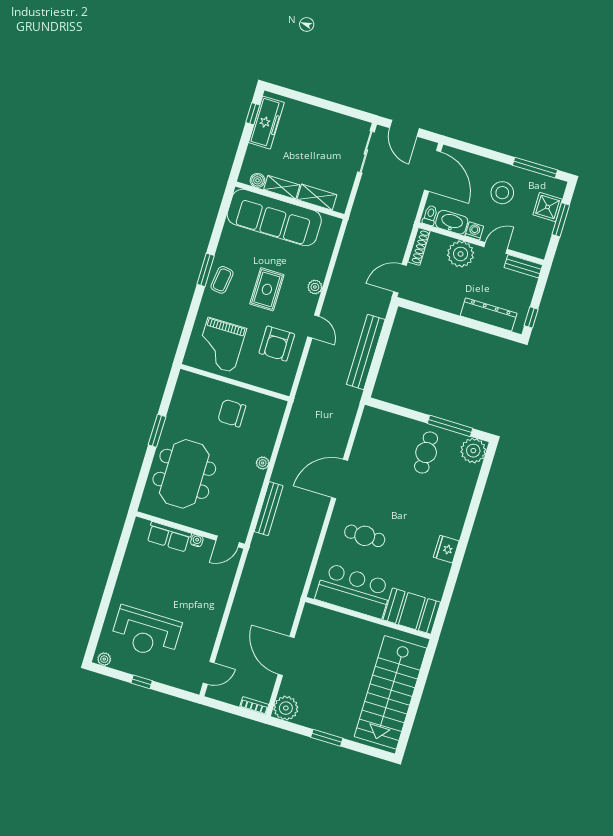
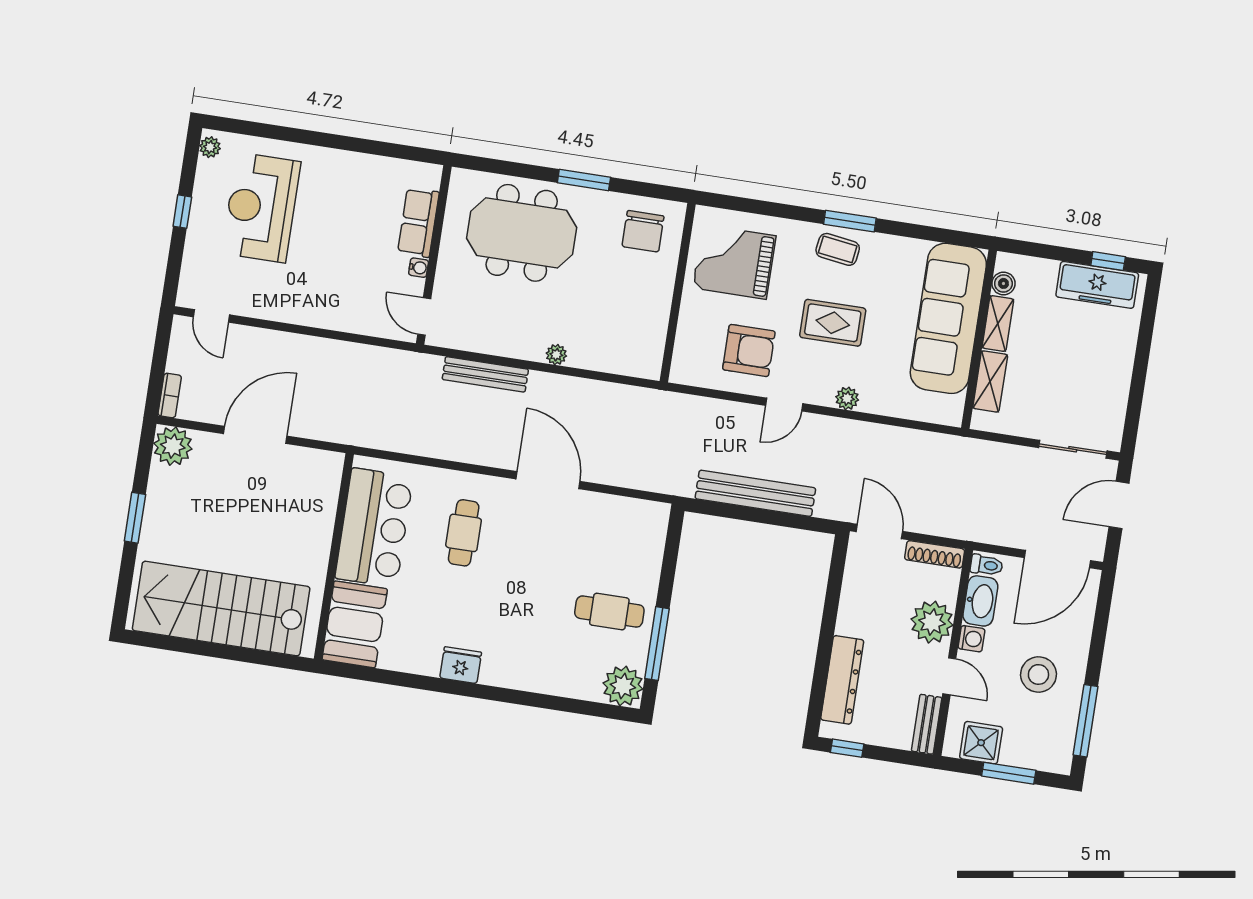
shower: (548, 207) -> (981, 743), moved
armchair: (277, 344) -> (749, 350), turned 180
chair: (232, 413) -> (643, 231), moved, turned 180

